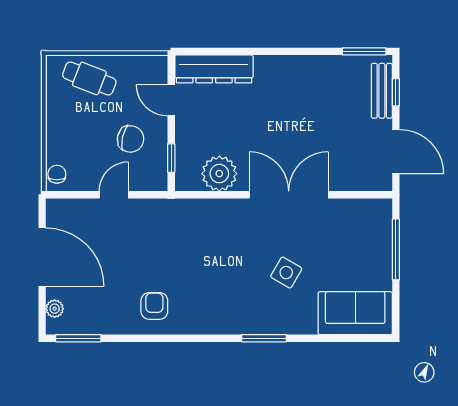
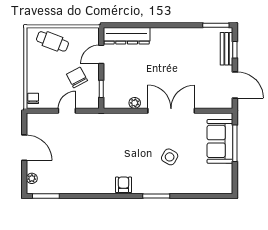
door: (171, 100) -> (101, 54), hinge flipped
chair: (131, 139) -> (77, 77), turned -130
plant: (219, 174) -> (135, 103), width x0.53, depth x0.53
door: (42, 257) -> (24, 148), width x0.73
armchair: (154, 306) -> (124, 185), moved
sofa: (355, 313) -> (220, 141), moved, turned -90

